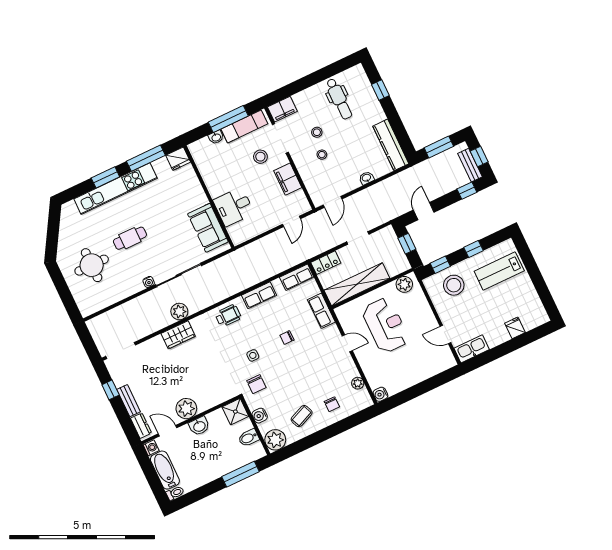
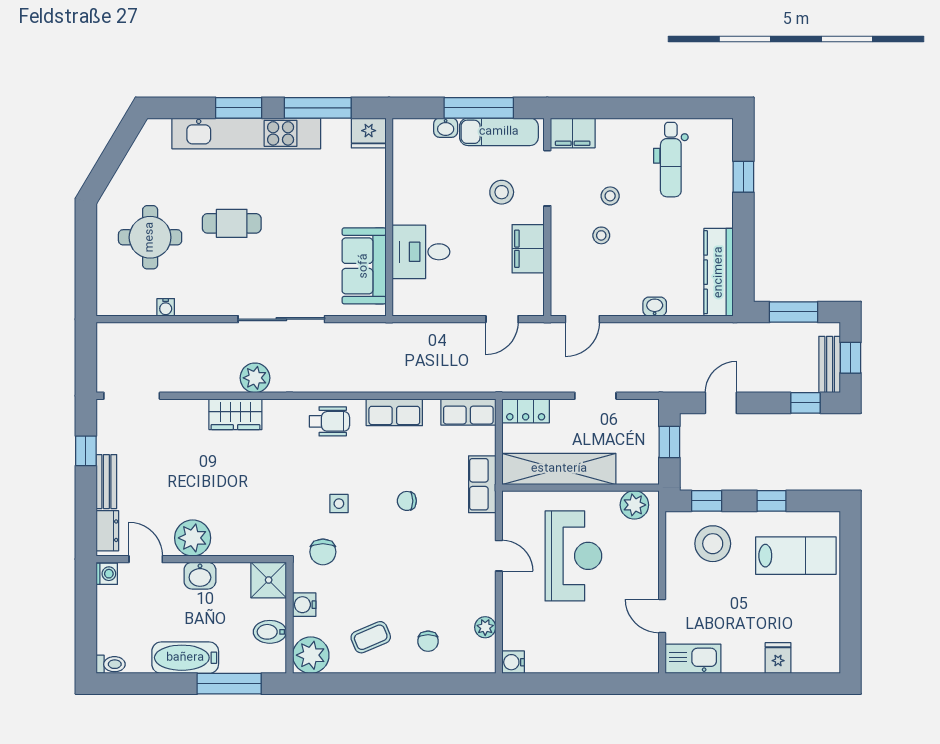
lab bench: (499, 271) -> (796, 556), turned 180
water cooler: (149, 282) -> (166, 307), moved
bathtub: (165, 470) -> (185, 658), moved, turned -90

